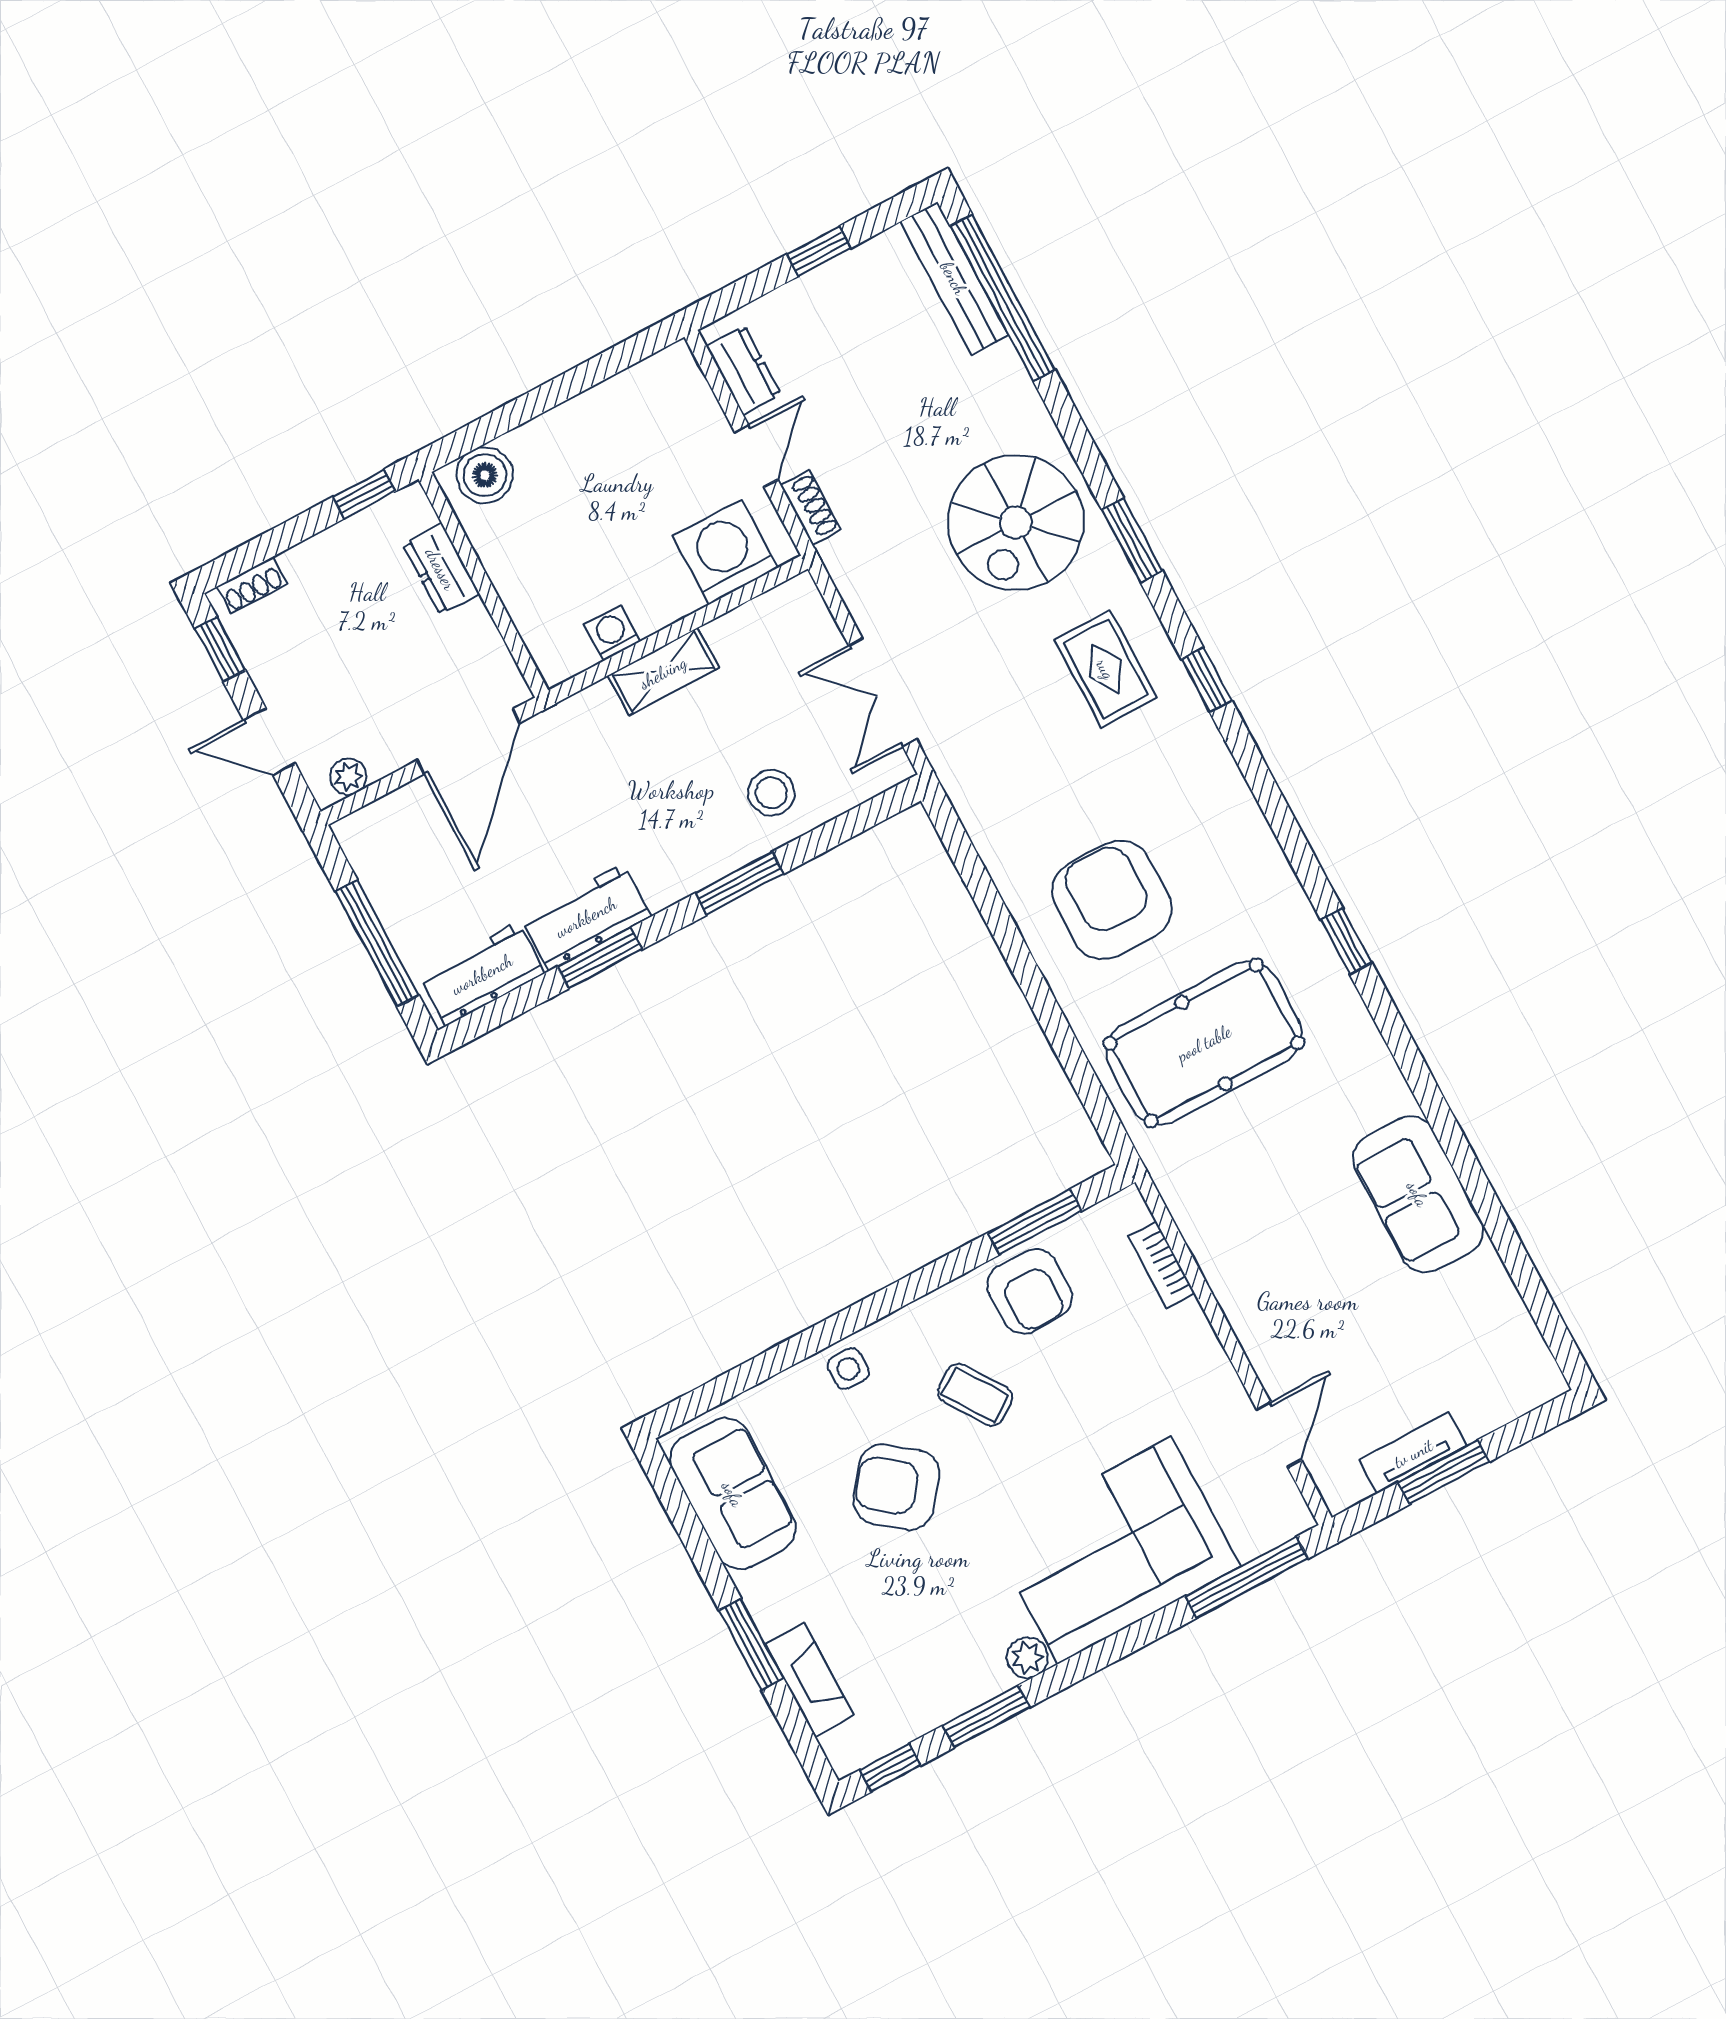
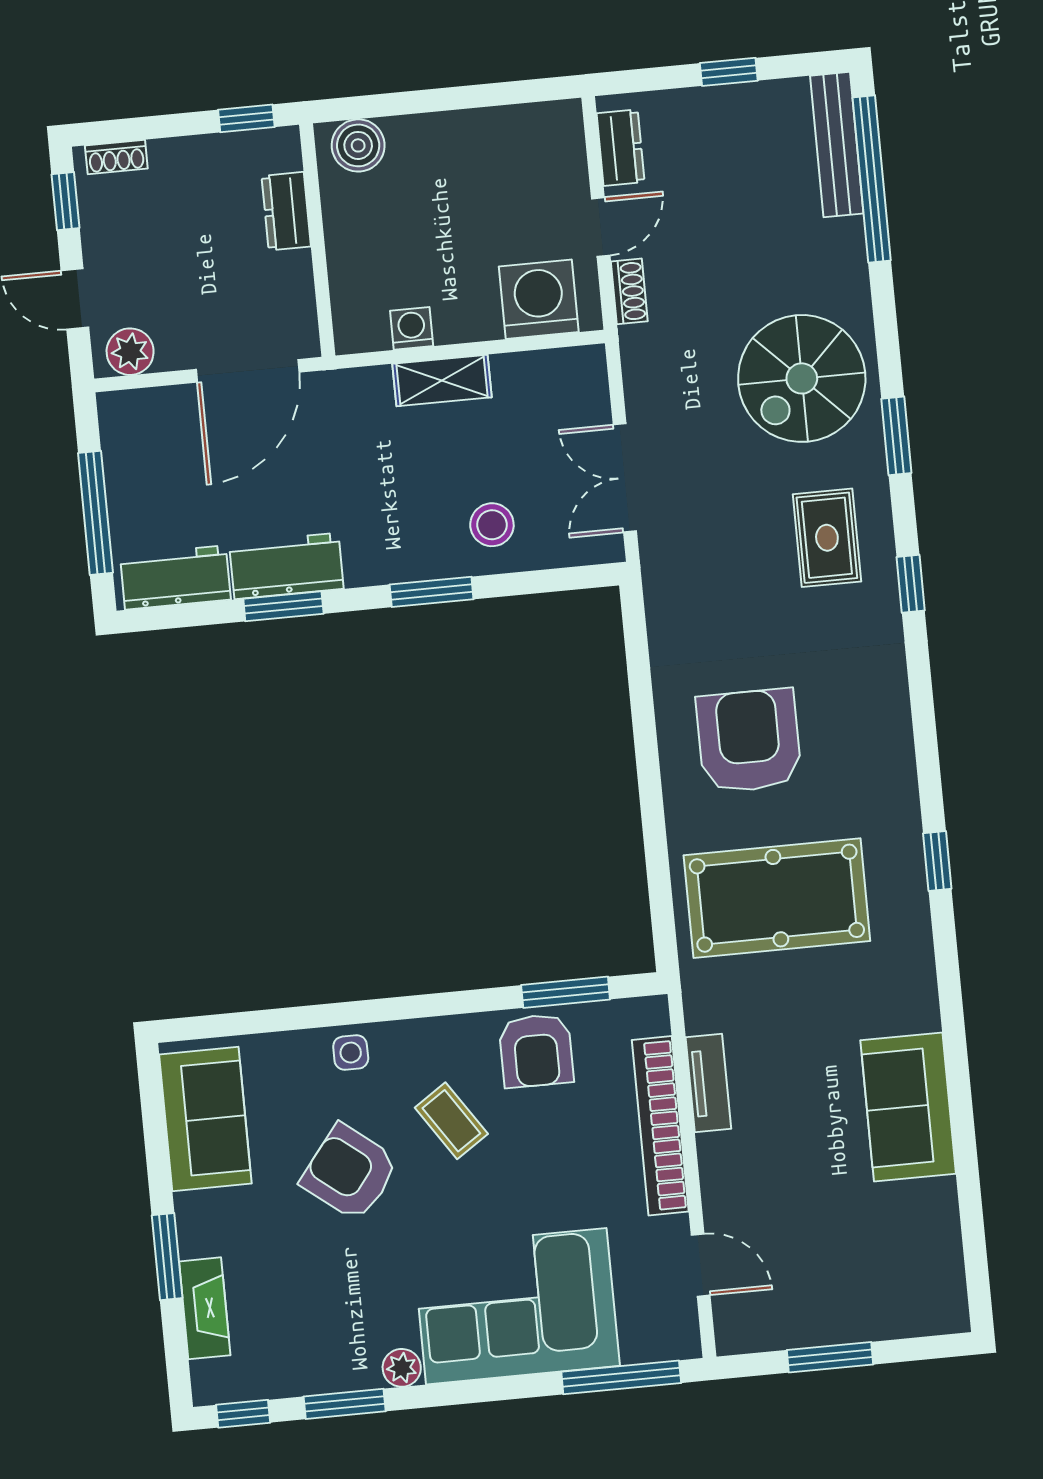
plant: (348, 777) -> (130, 352), width x1.38, depth x1.38
bookcase: (1162, 1265) -> (660, 1126), width x2.31, depth x1.31
door: (1279, 1435) -> (701, 1265), hinge flipped
tv unit: (1413, 1453) -> (708, 1083), moved, turned 90

